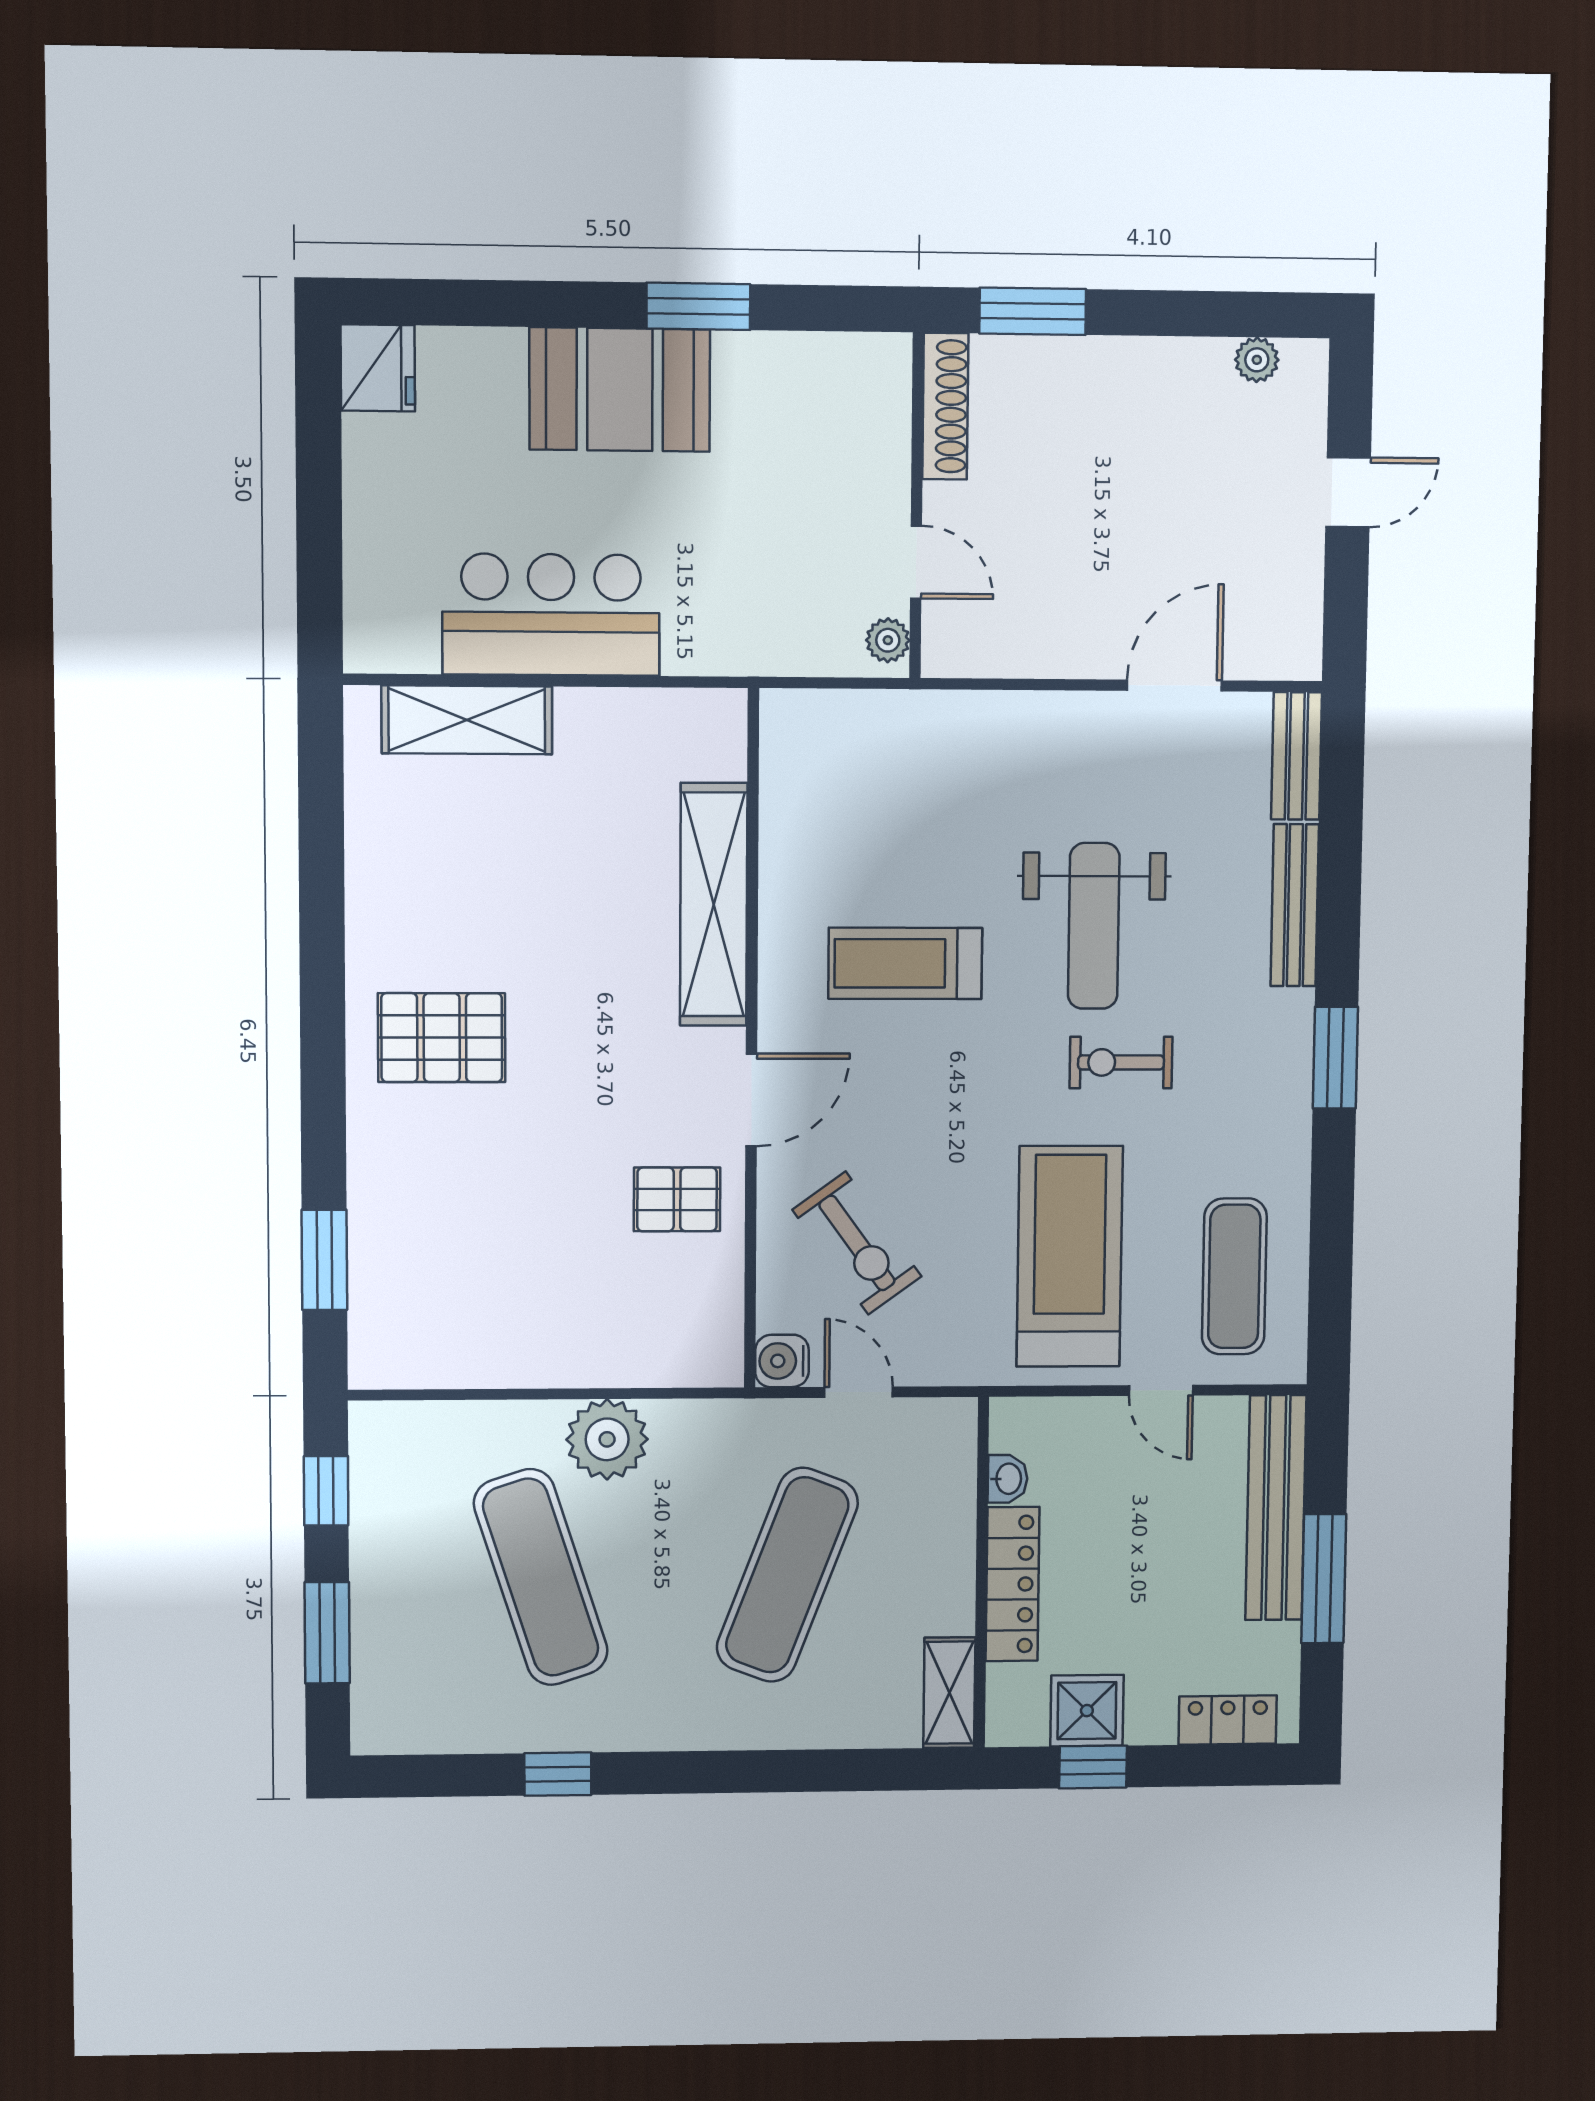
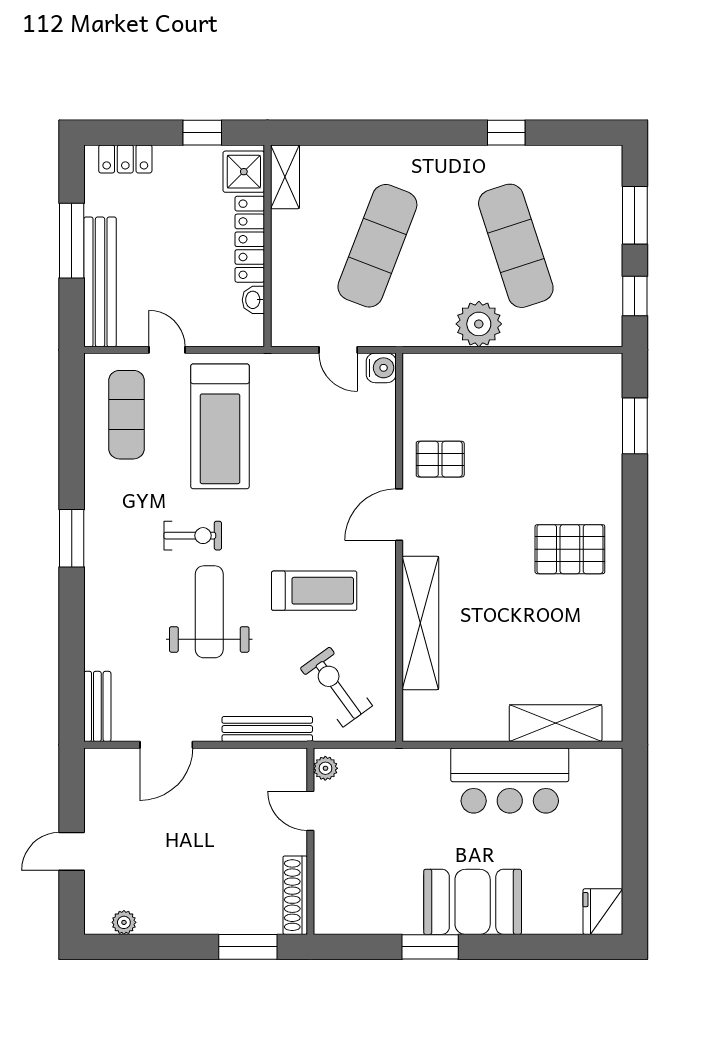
bench: (1295, 905) -> (267, 729), moved, turned 90
exercise bike: (857, 1243) -> (336, 687), moved
shower: (1087, 1711) -> (244, 172), moved

